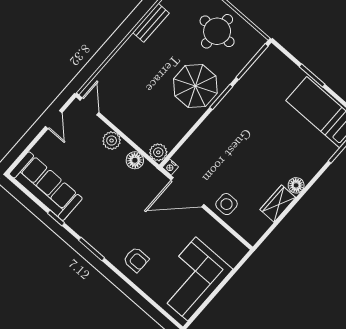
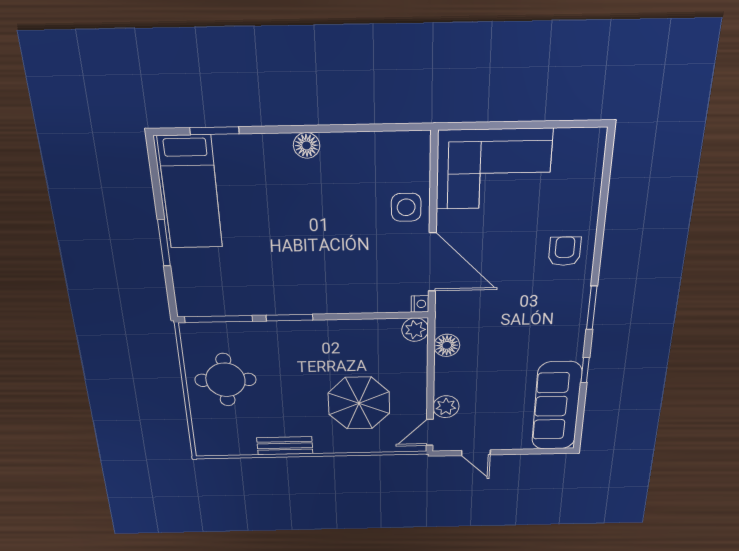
parasol: (195, 86) -> (359, 403), moved
door: (54, 120) -> (476, 453), swing flipped
plant: (112, 141) -> (446, 407), moved
wardrobe: (278, 204) -> (349, 147), removed
corner sofa: (192, 279) -> (494, 169), moved

